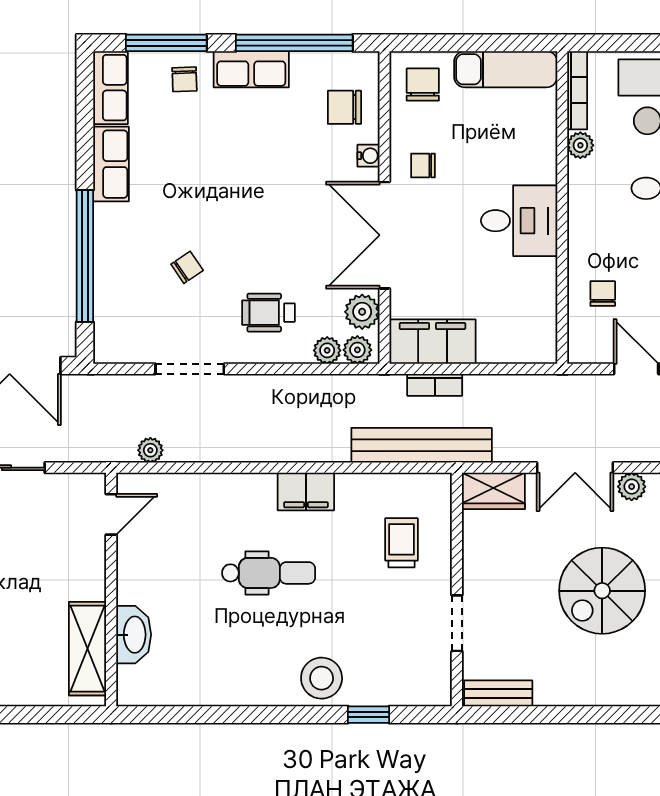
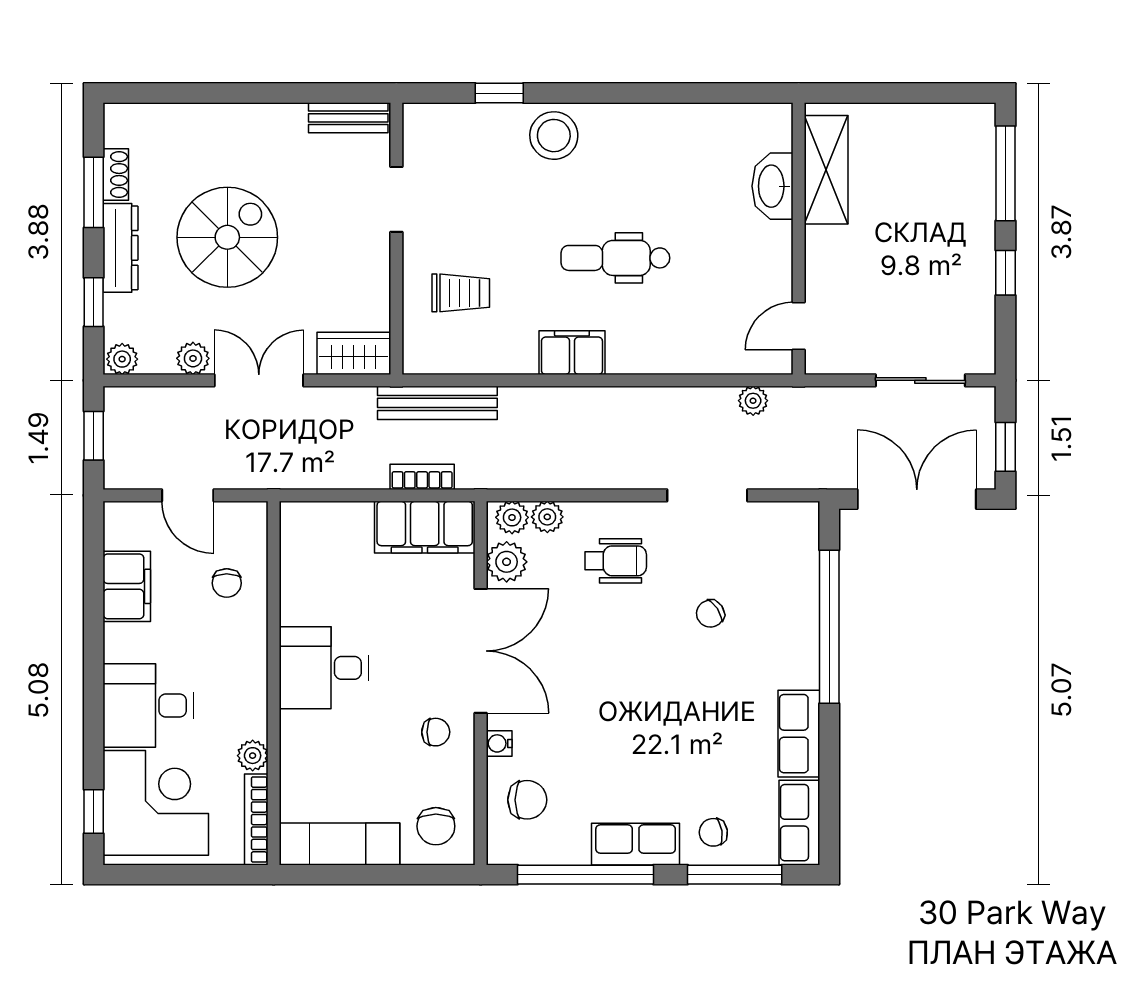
chair: (184, 79) -> (713, 832), turned -97
bench: (422, 445) -> (437, 403), width x0.73, depth x0.82
trolley: (402, 543) -> (461, 293), turned -90

